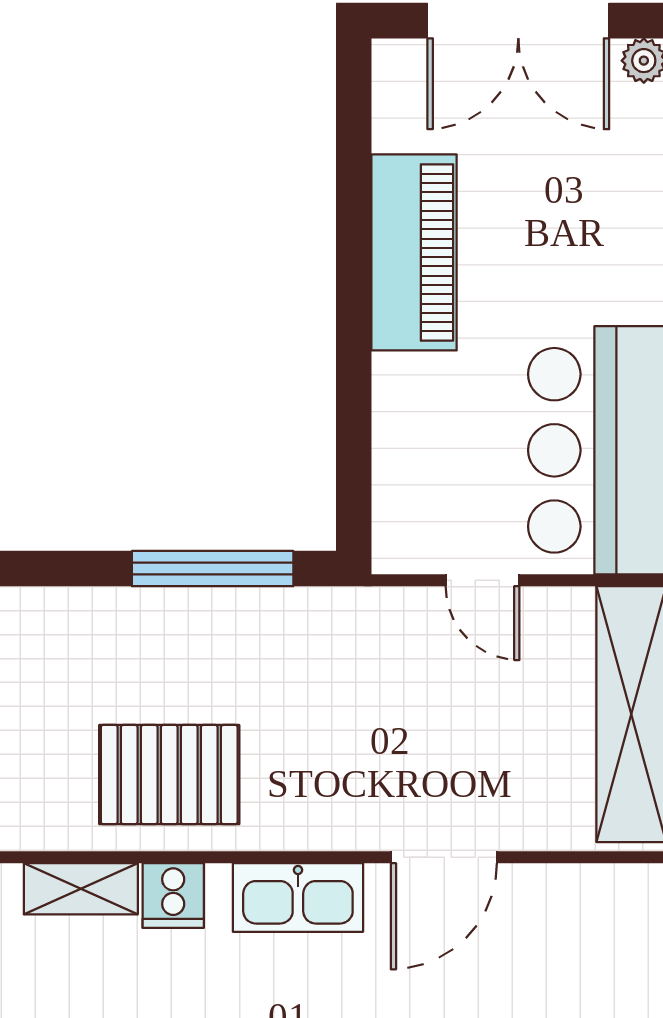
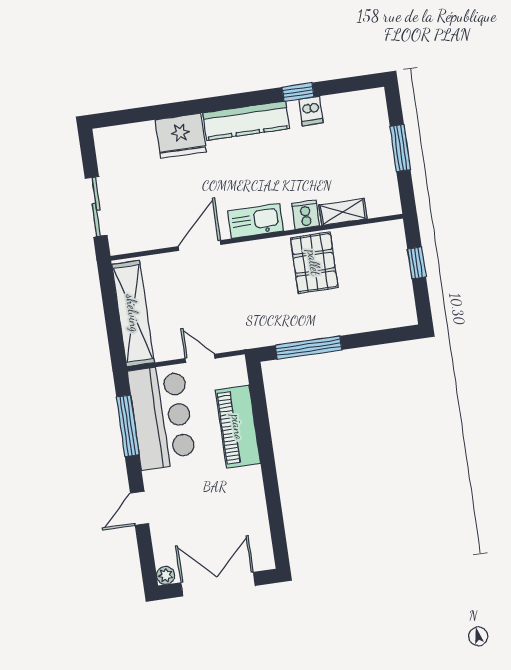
piano: (414, 252) -> (238, 427), moved
pallet: (169, 775) -> (314, 263), turned 90

